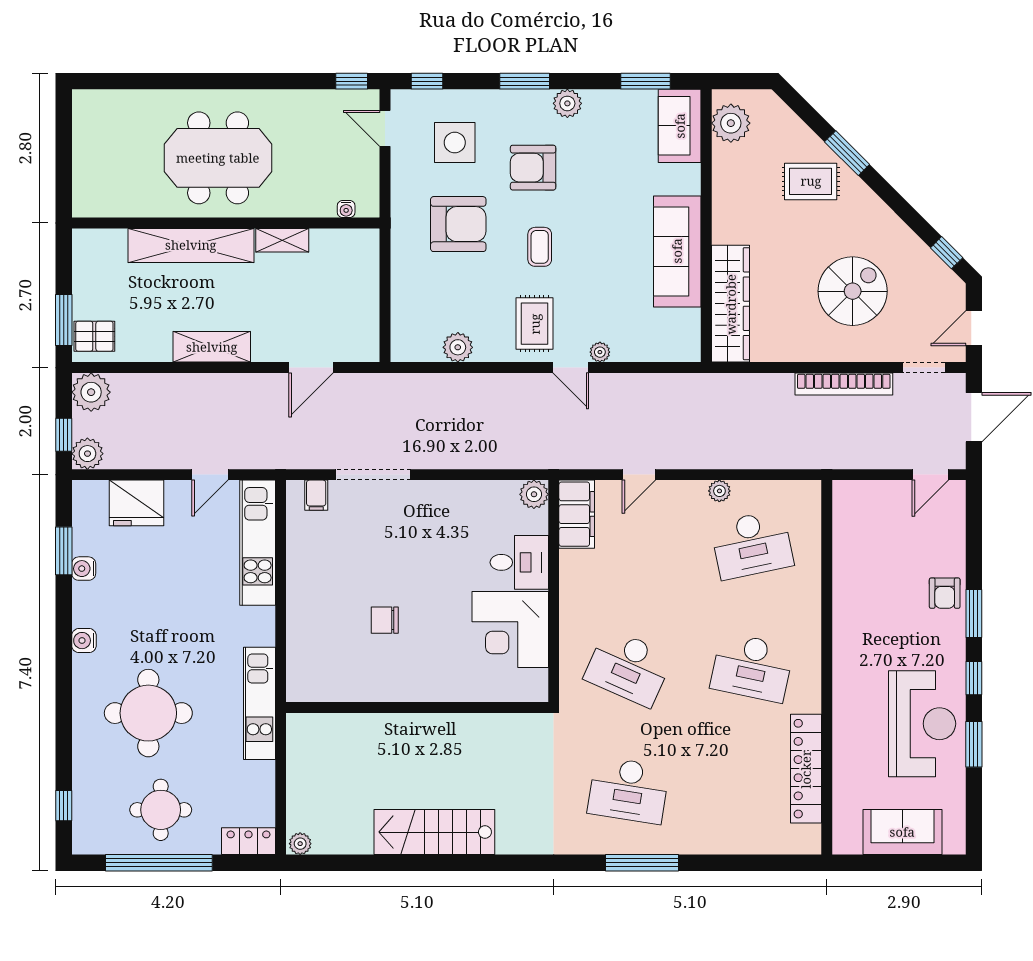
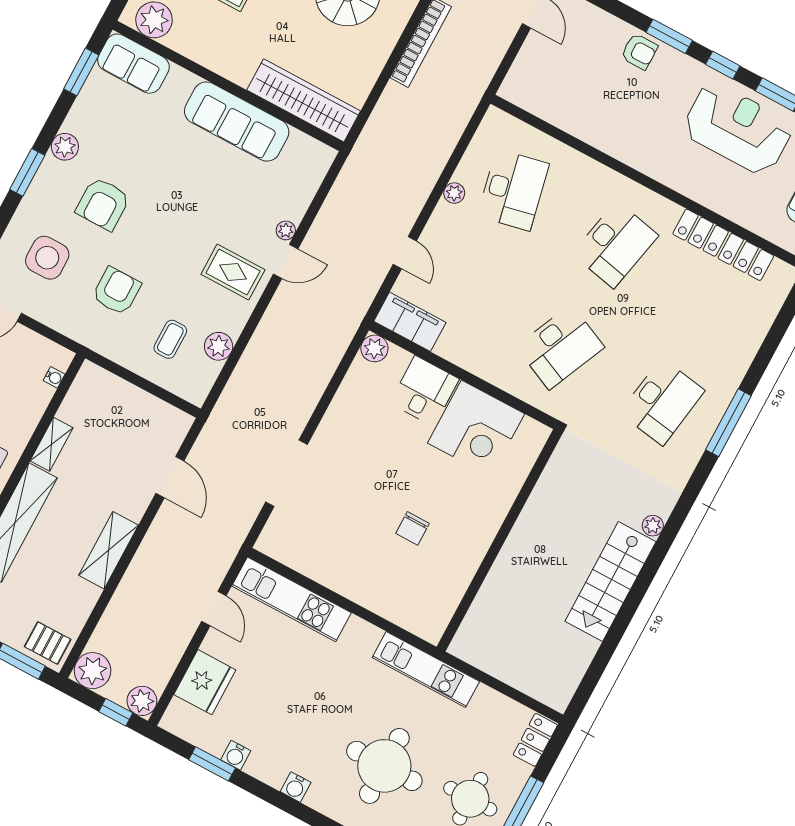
armchair: (458, 224) -> (116, 291), width x0.73, depth x0.73
coffee table: (540, 247) -> (170, 339), moved, turned 90
pallet: (94, 336) -> (48, 643), turned 90
filing cabinet: (316, 495) -> (278, 530), removed
plant: (300, 844) -> (653, 526), moved

